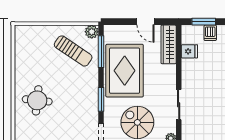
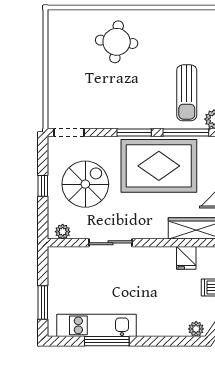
sun lounger: (73, 51) -> (187, 93), turned -34
window: (101, 99) -> (134, 133), moved

